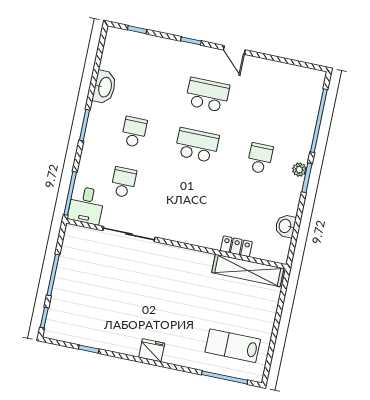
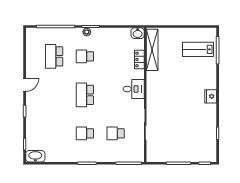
washbasin: (104, 87) -> (35, 156), moved
school desk: (208, 95) -> (54, 56), moved
desk: (86, 205) -> (134, 89), moved
washbasin: (285, 226) -> (138, 33), moved
lab bench: (233, 346) -> (198, 49), turned 90

